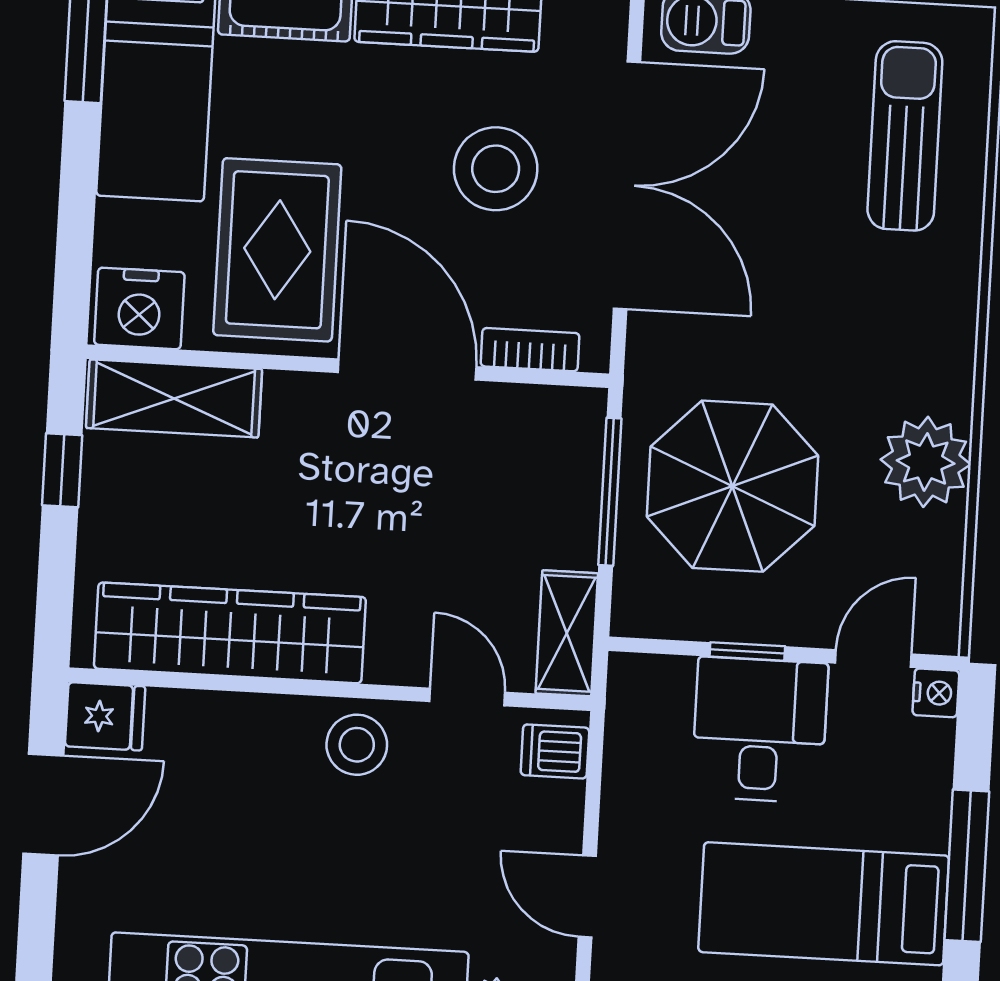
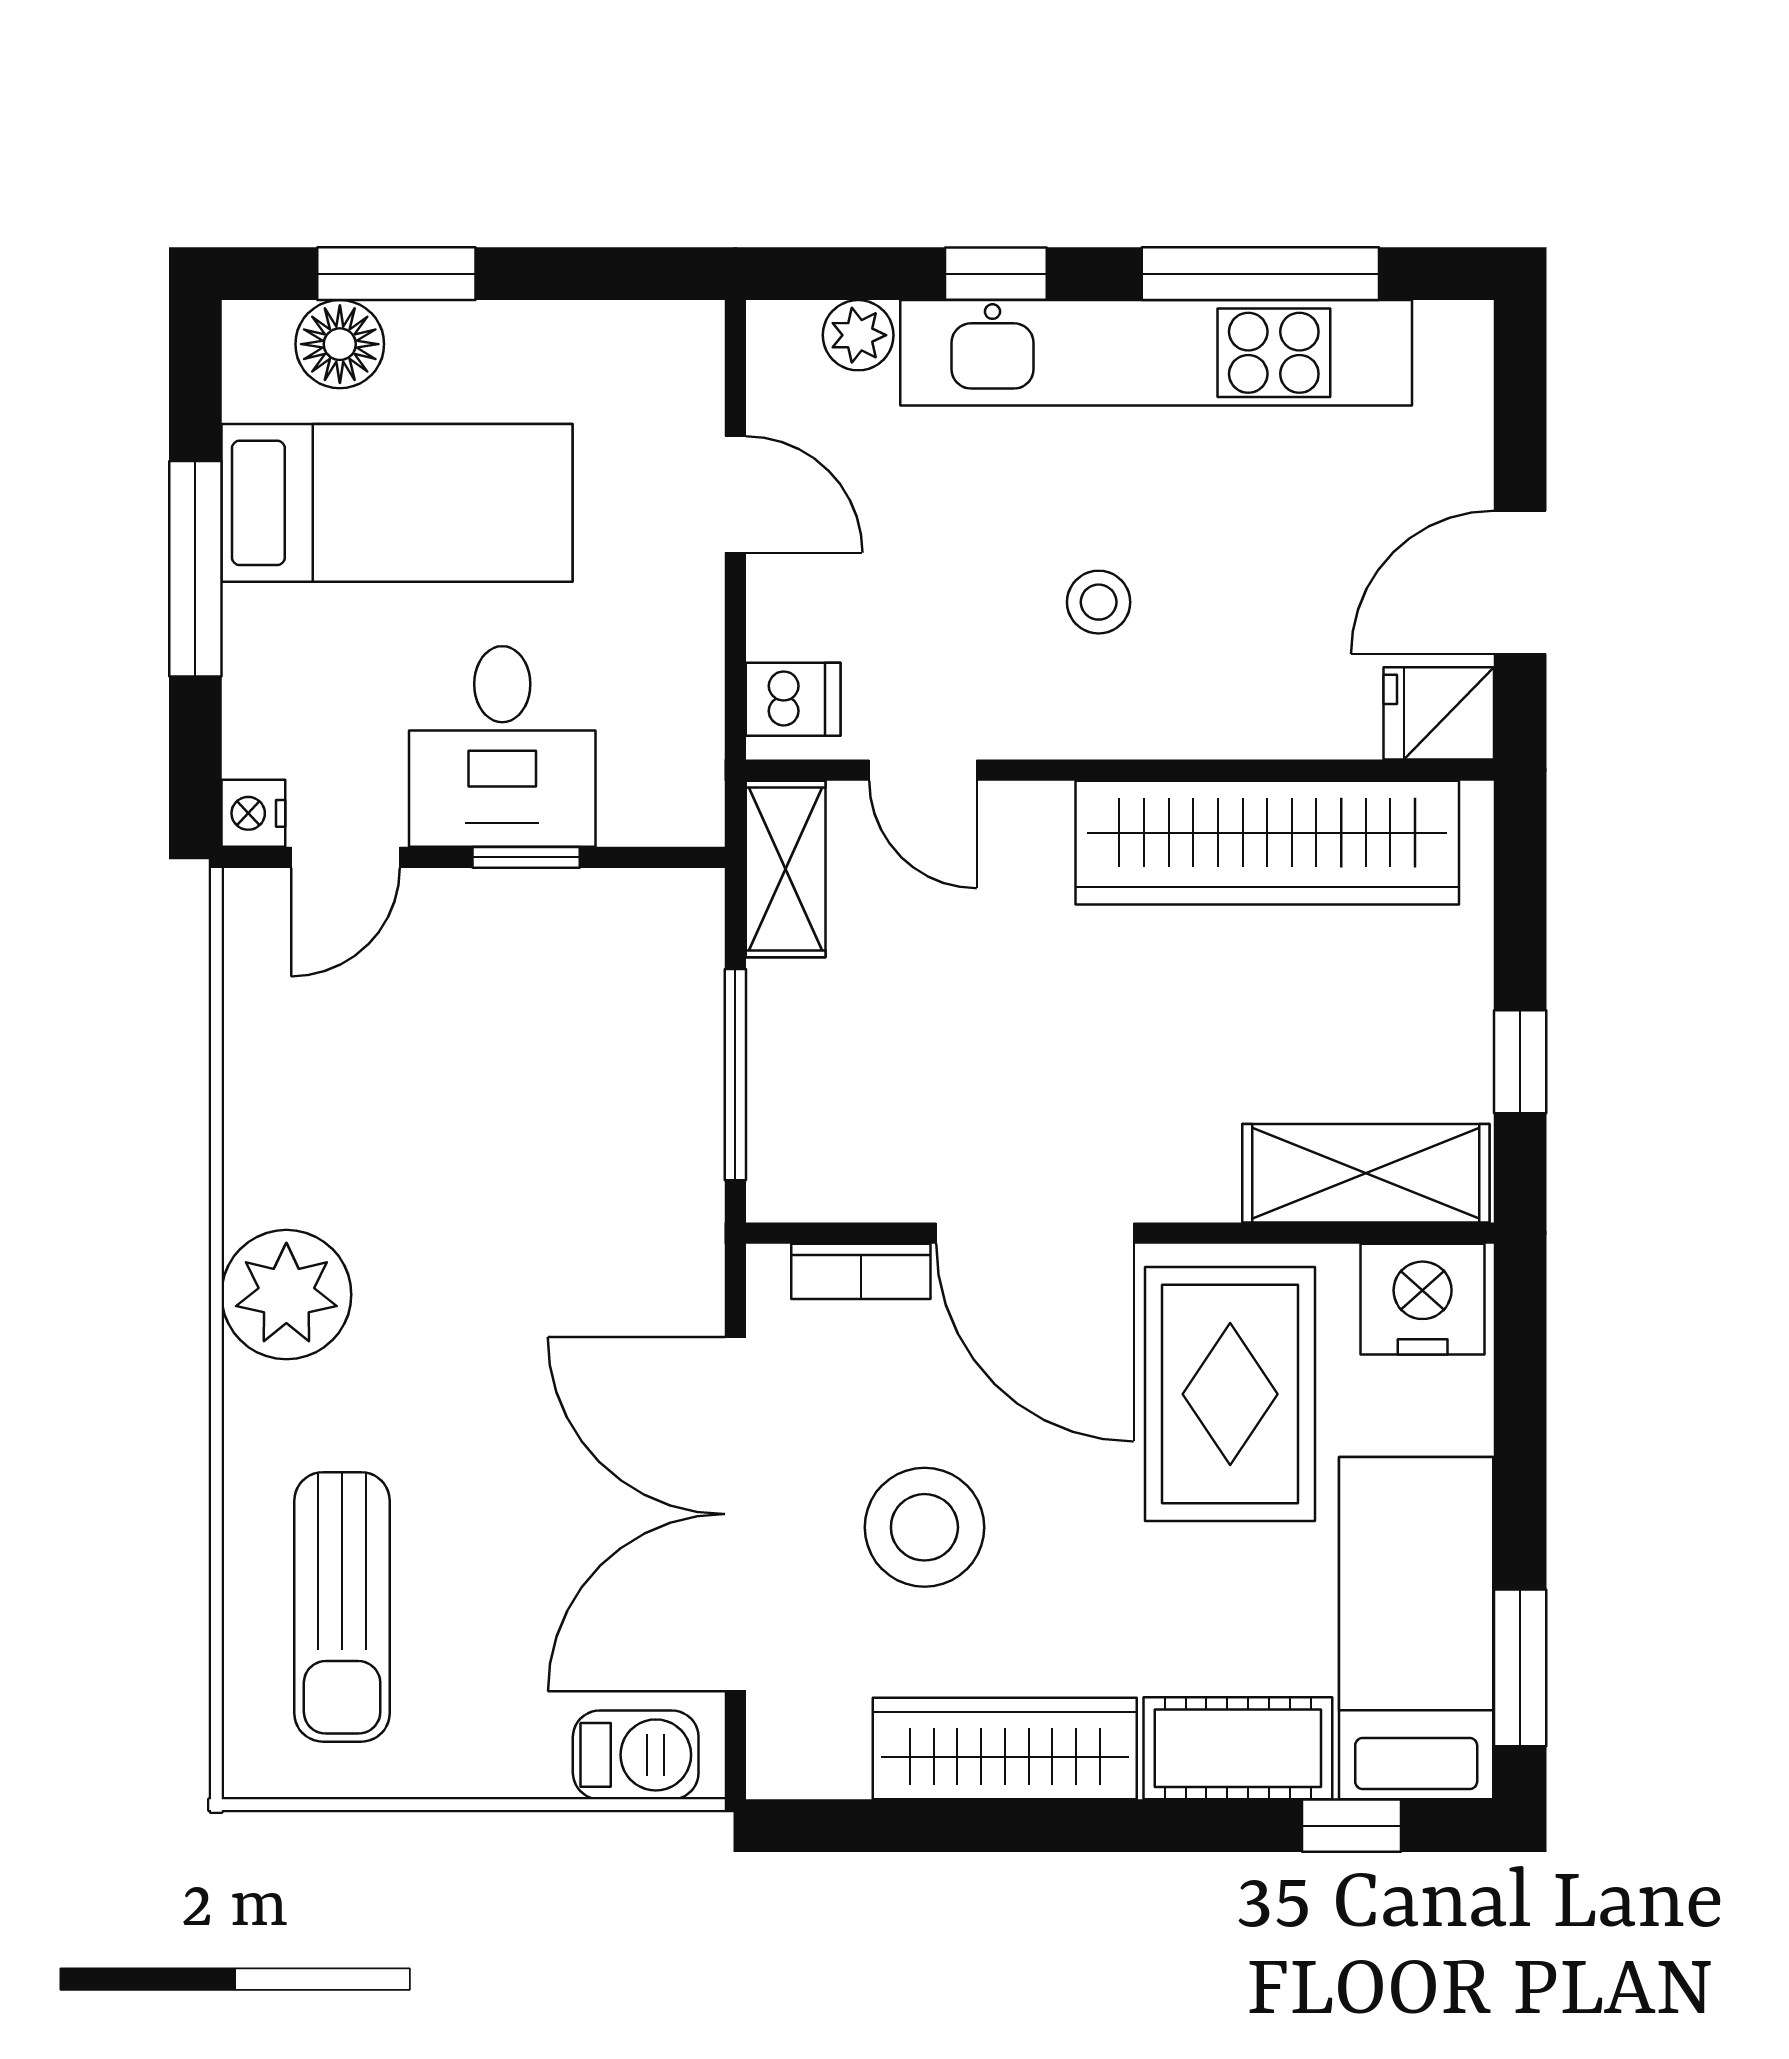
plant: (926, 462) -> (286, 1295), moved
parasol: (732, 486) -> (561, 1092), removed
stool: (357, 745) -> (1099, 602), moved, width x0.73, depth x0.73

